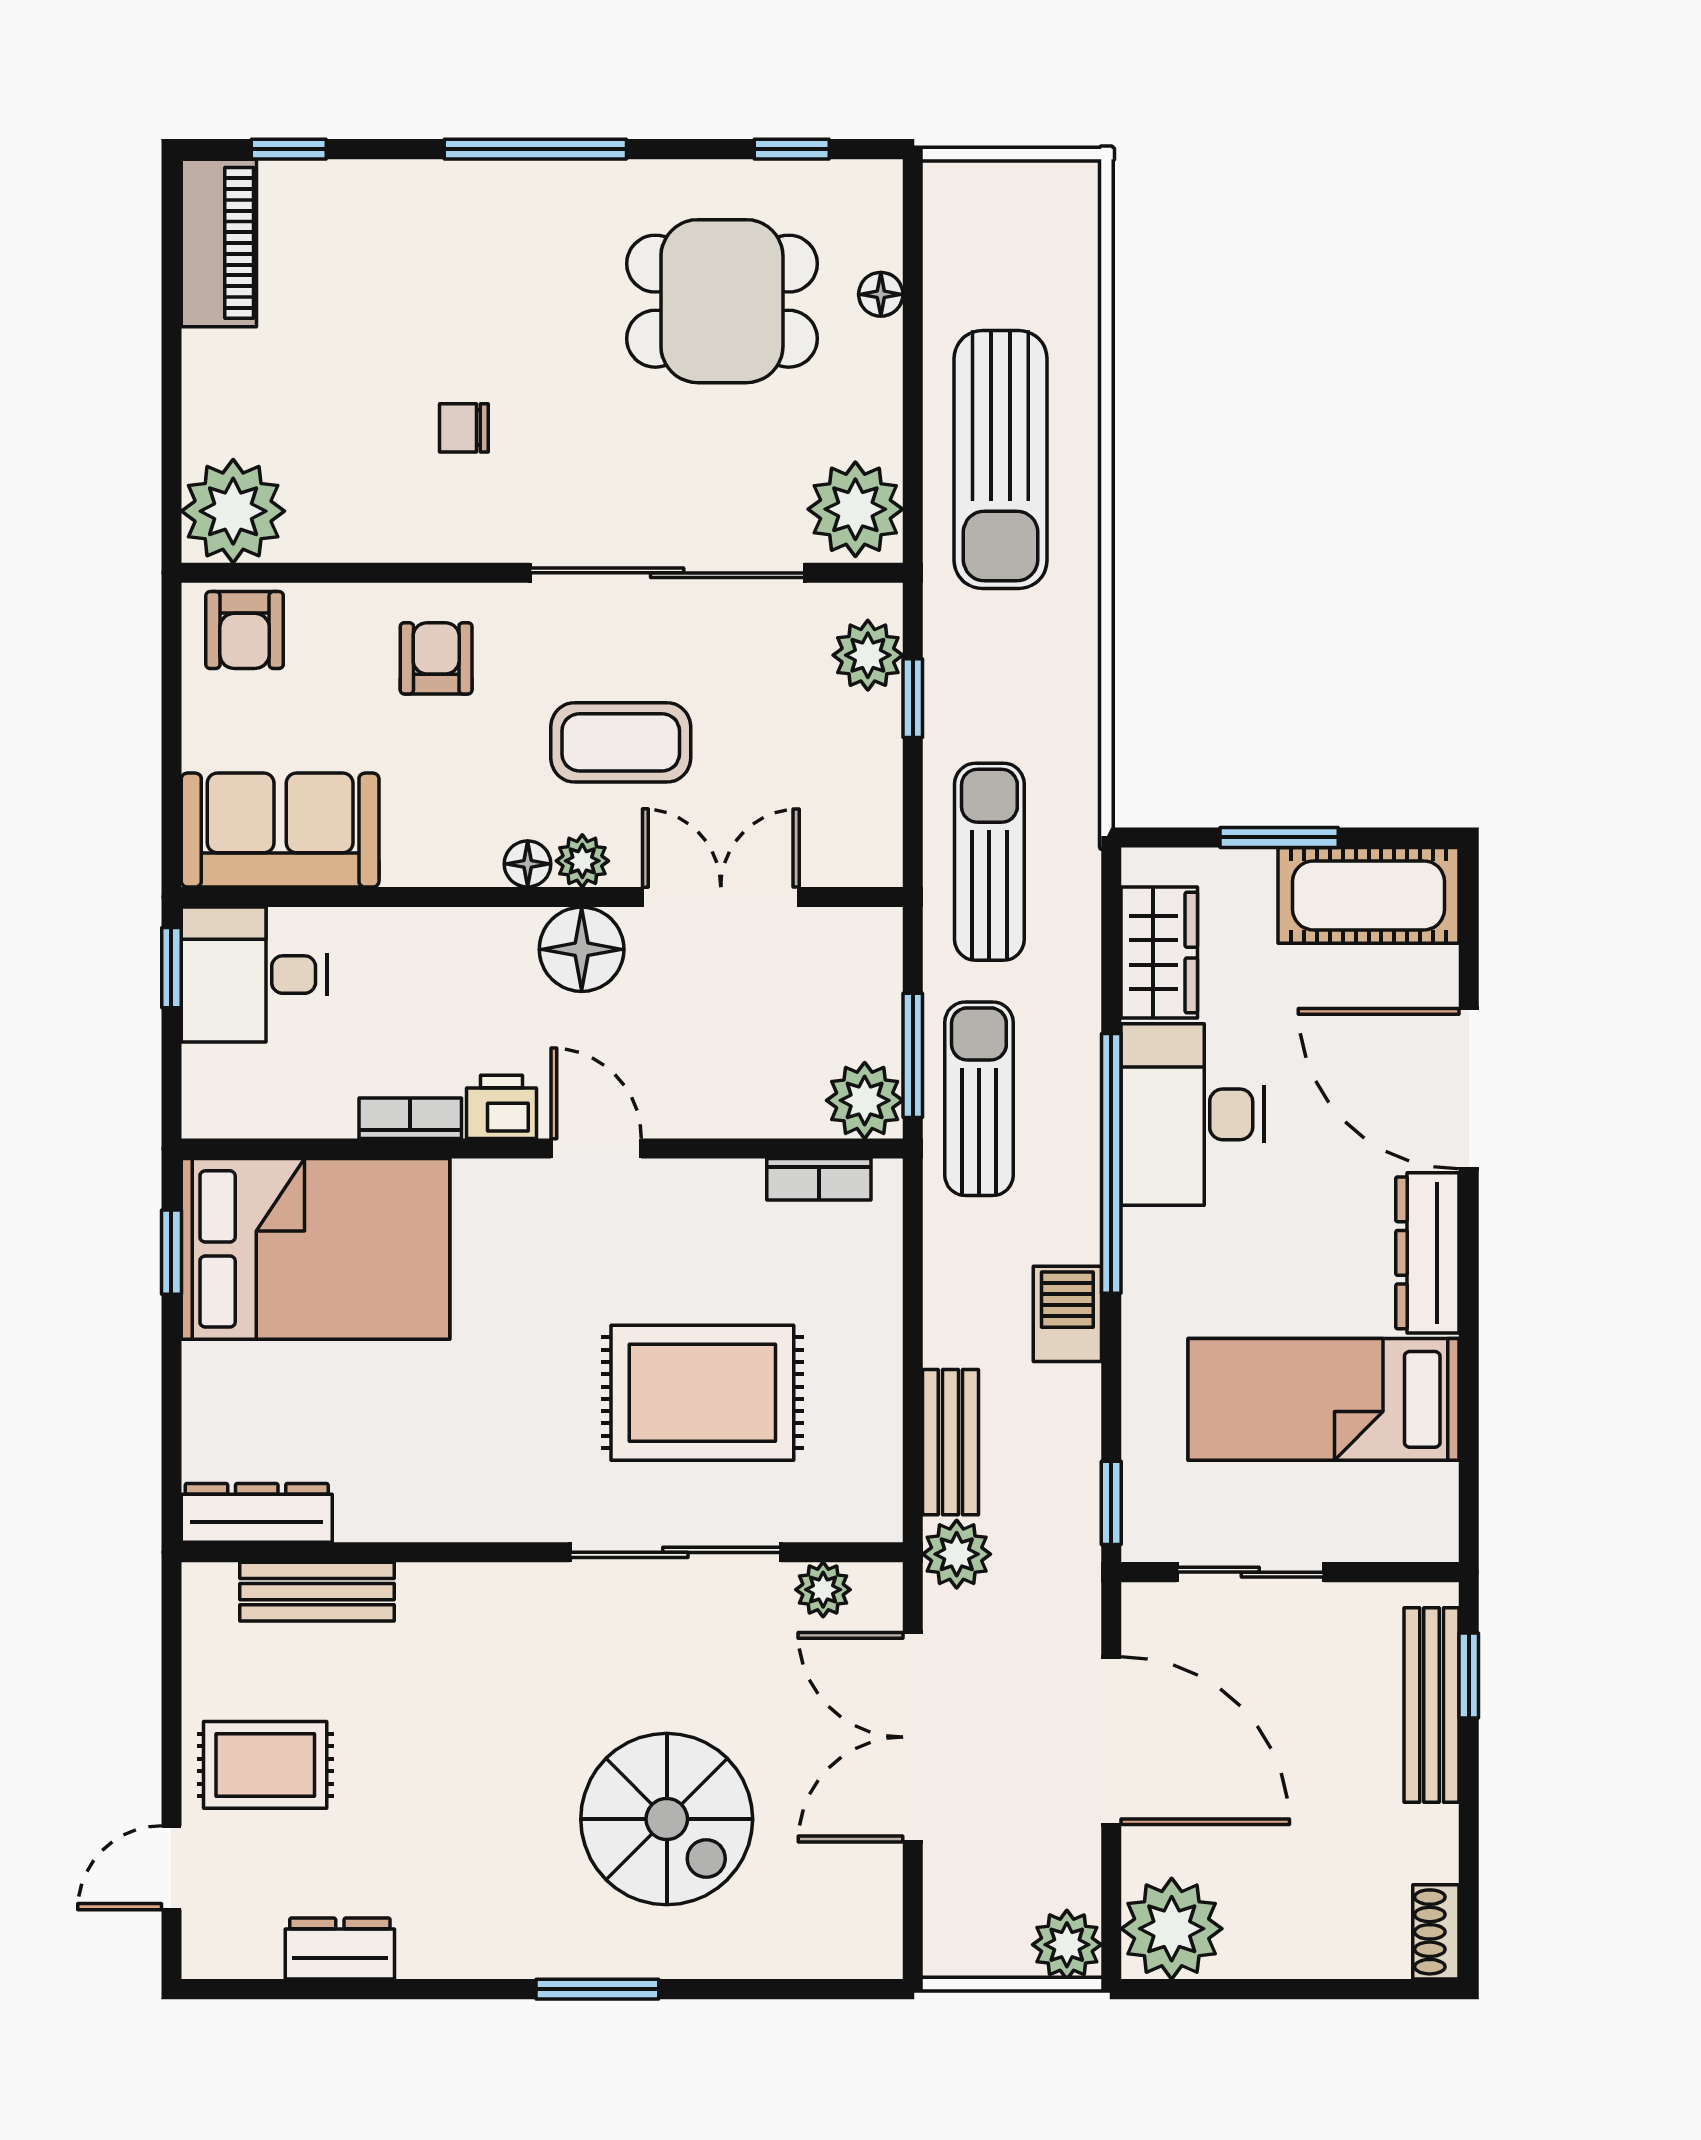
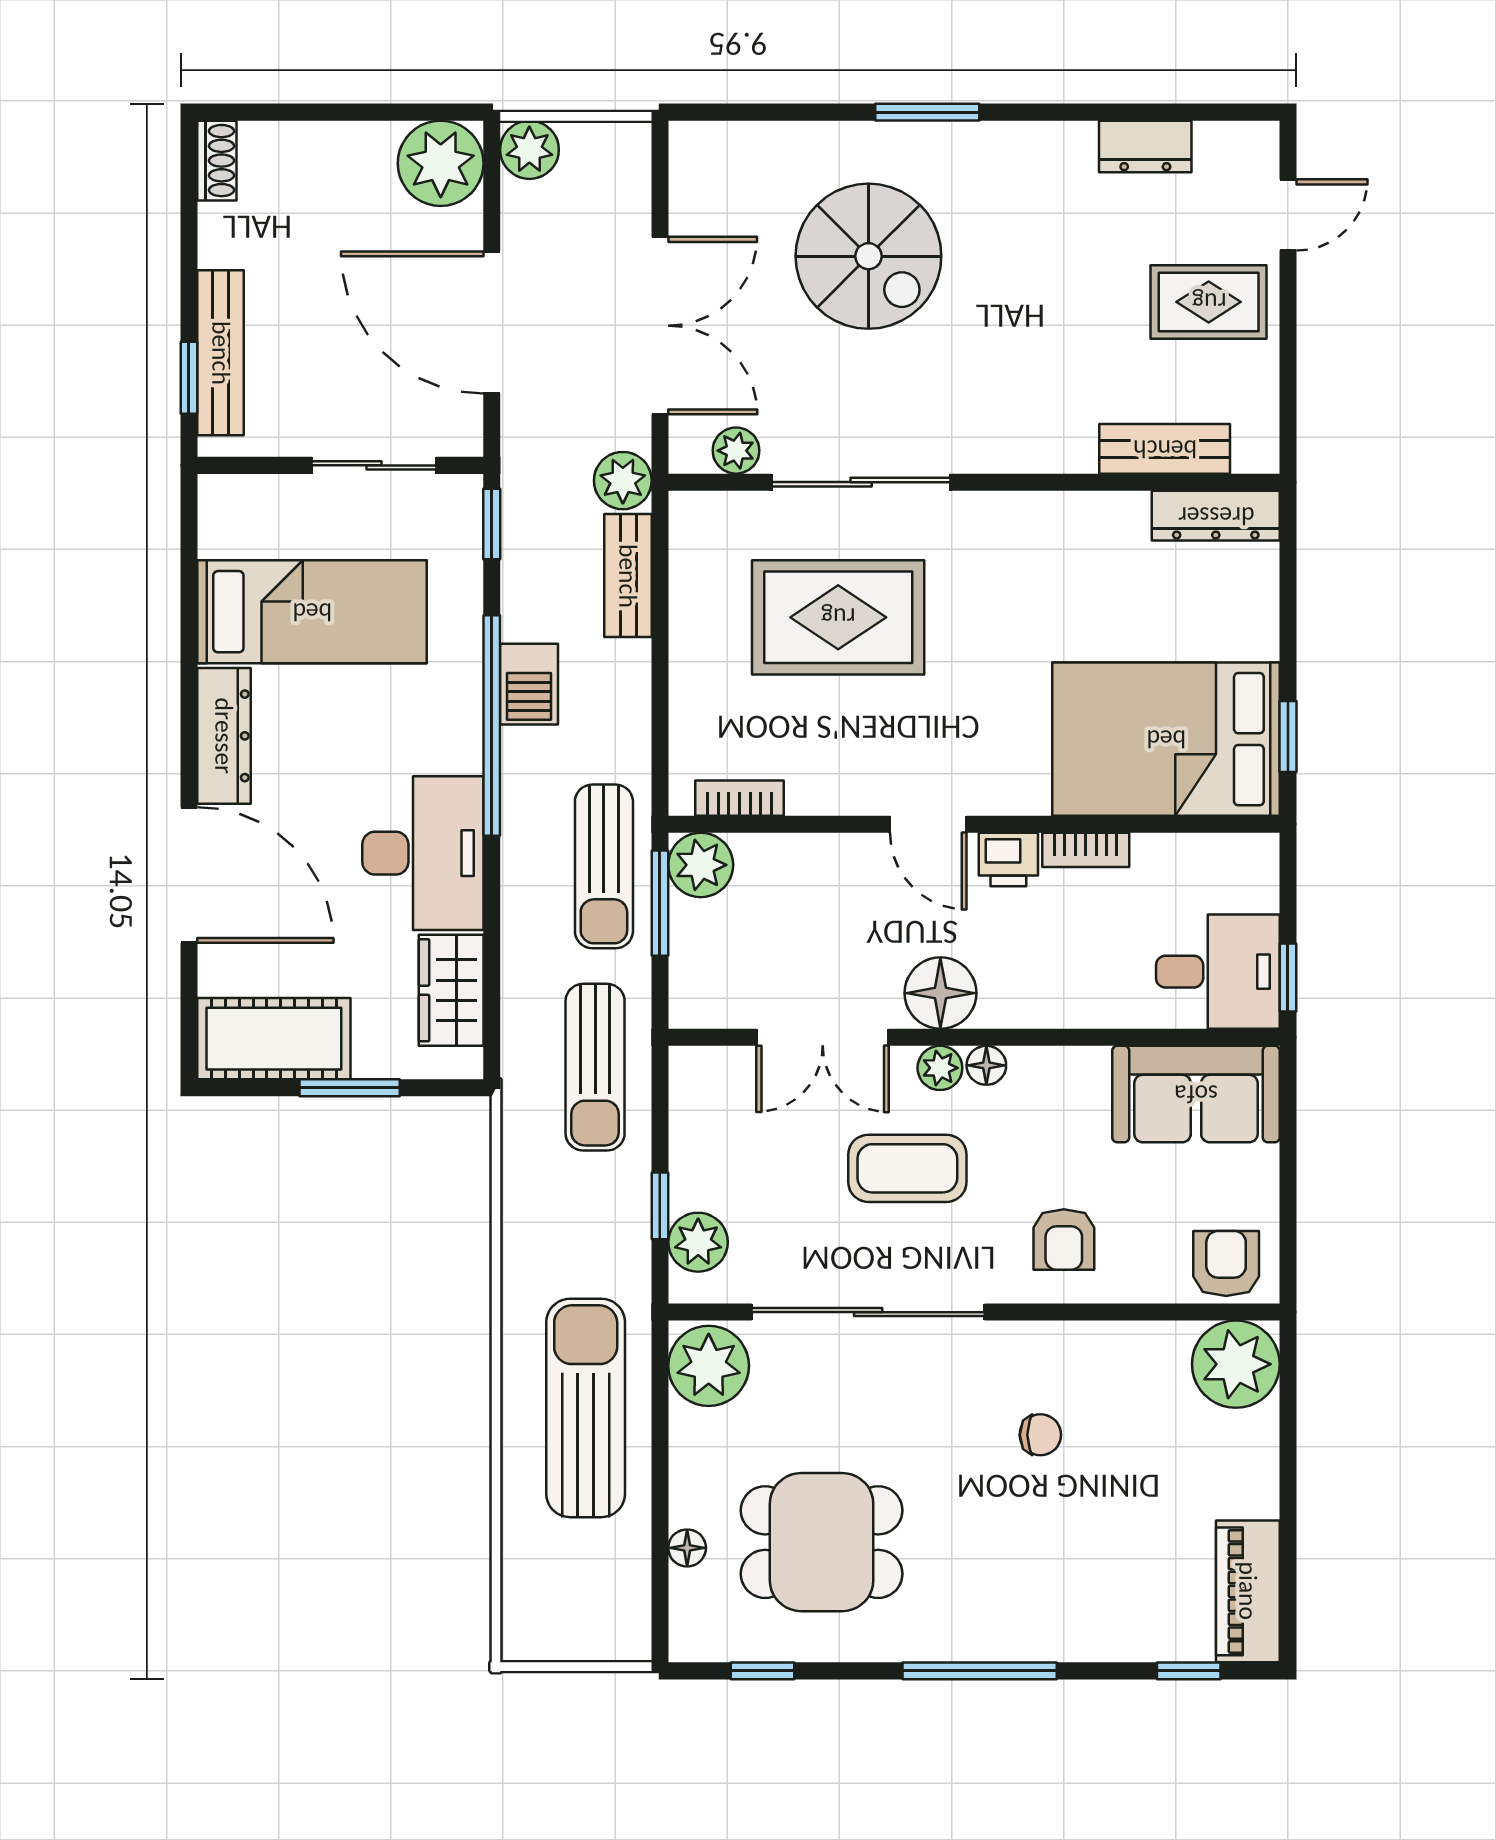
window: (1111, 1163) -> (492, 726), moved
spiral stairs: (667, 1819) -> (868, 256), turned 180

